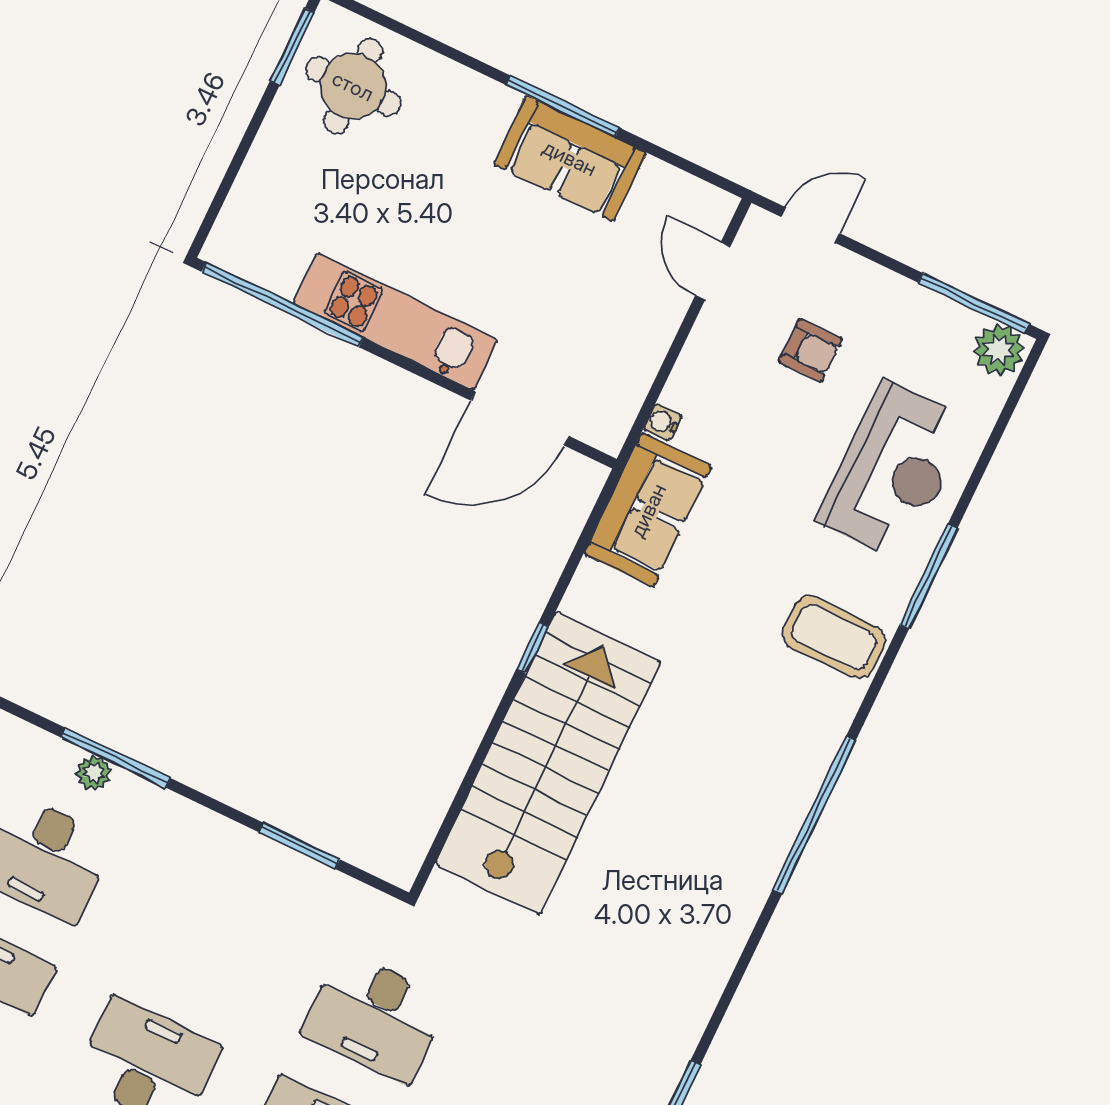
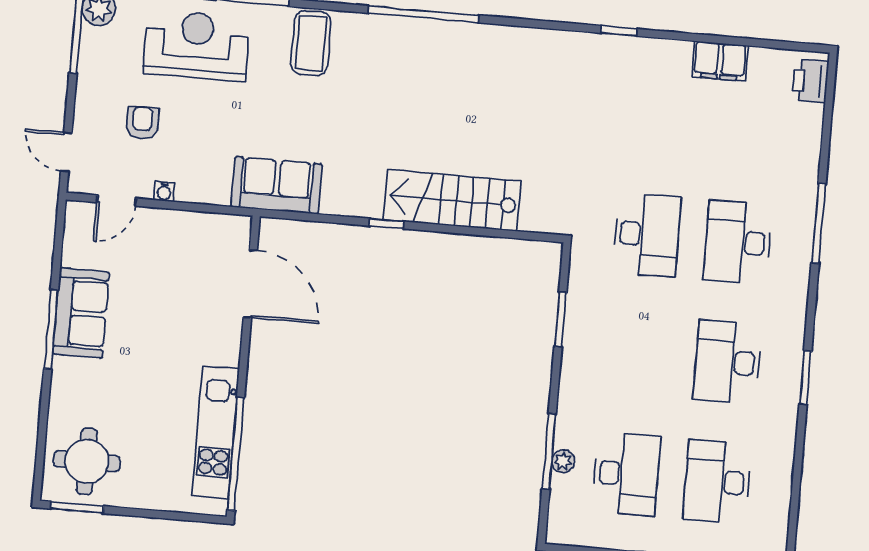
kitchen unit: (395, 321) -> (216, 432), moved
water cooler: (663, 422) -> (164, 191), moved
stairs: (548, 763) -> (452, 200), width x0.73, depth x0.66

